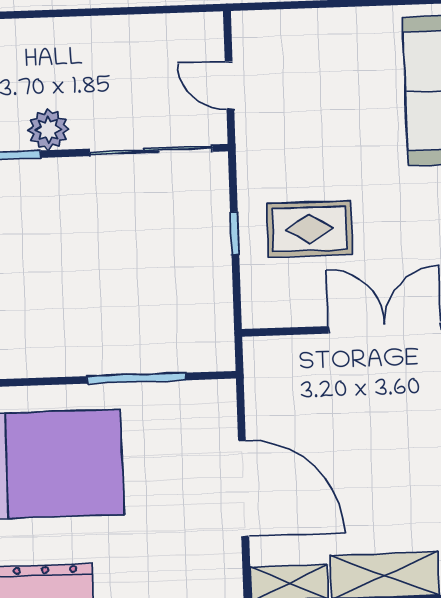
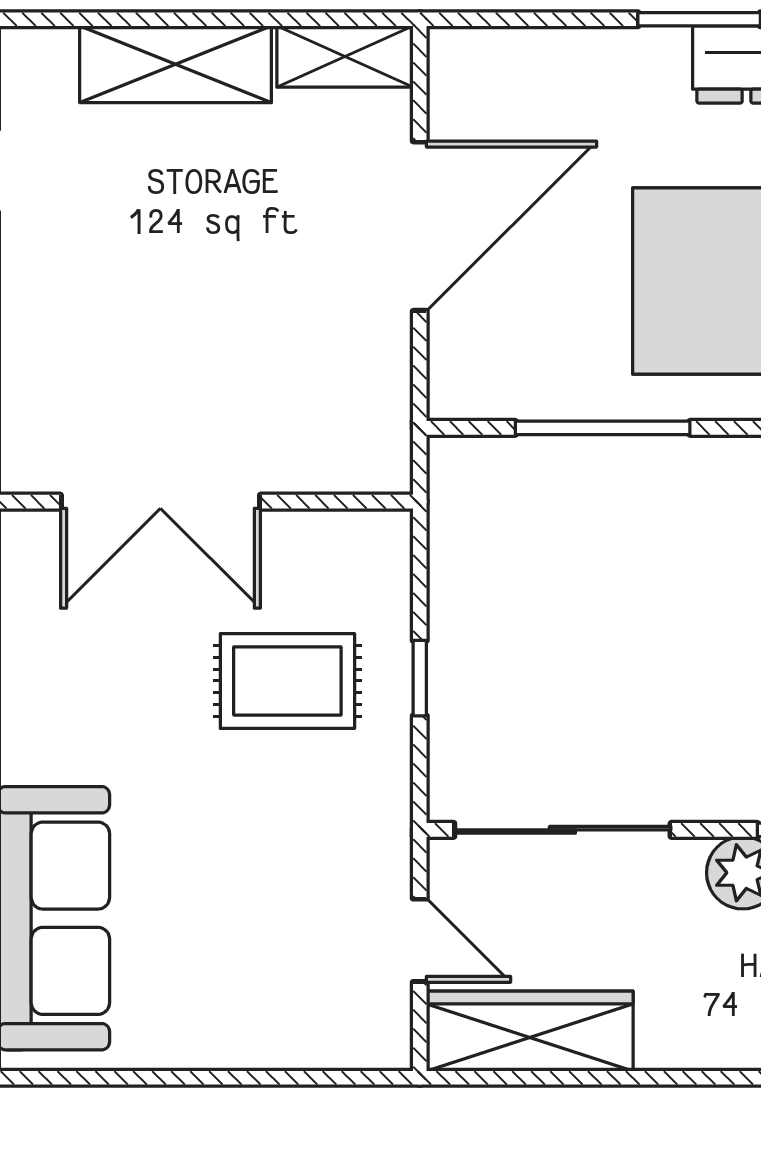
wardrobe: (166, 36) -> (530, 1031), added
door: (244, 489) -> (420, 226), swing flipped

